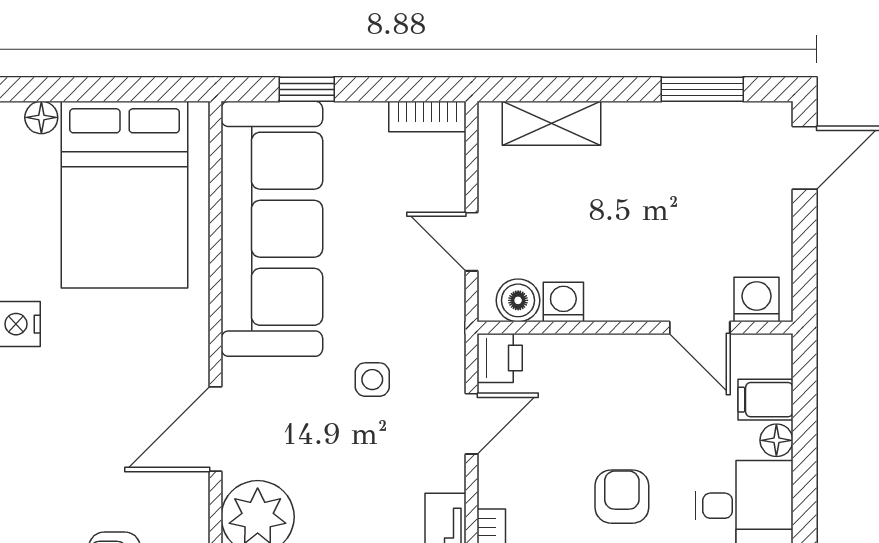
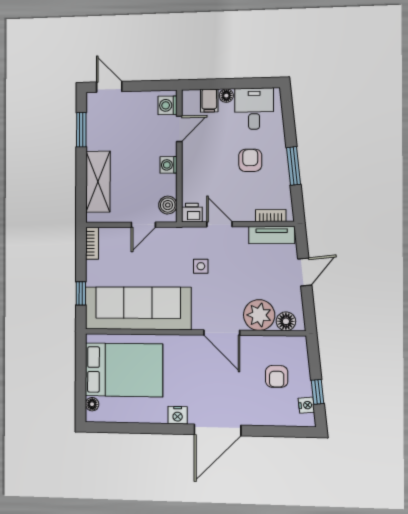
shelving: (551, 123) -> (98, 182), width x1.50, depth x1.33
washing machine: (563, 302) -> (168, 165), moved
armchair: (622, 497) -> (250, 160), turned 90

